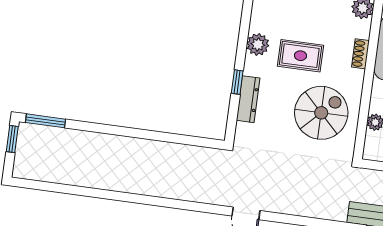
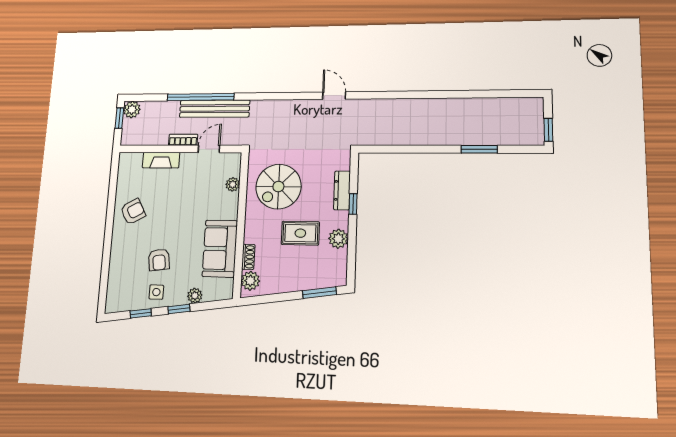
shoe rack: (360, 54) -> (248, 257), moved
window: (46, 121) -> (479, 149), moved

